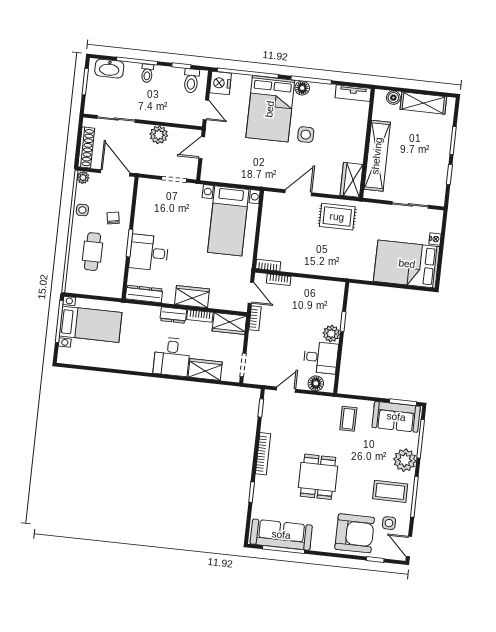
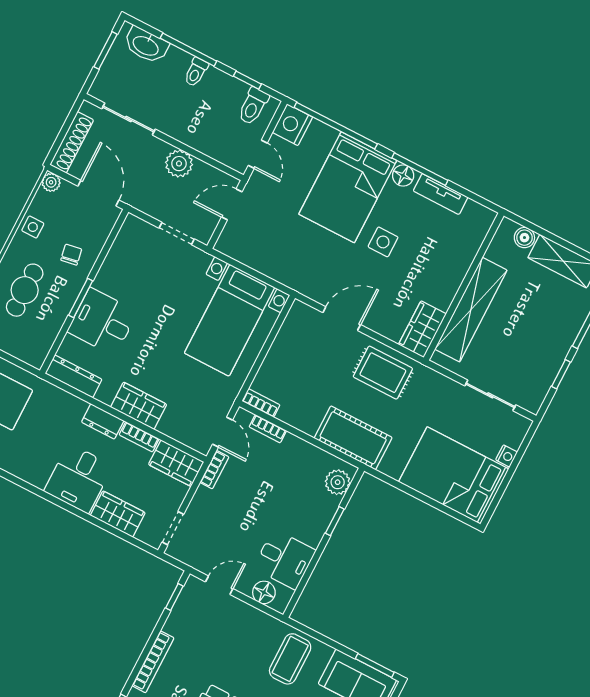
tv unit: (353, 93) -> (441, 194), moved
cot: (334, 265) -> (353, 438), added
plant: (331, 334) -> (338, 482), moved
coffee table: (348, 419) -> (290, 659), width x1.36, depth x1.30

